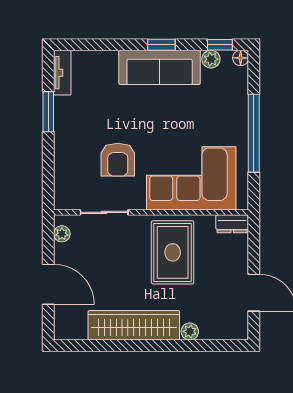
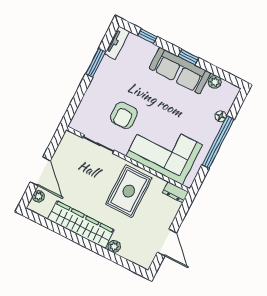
window: (220, 45) -> (148, 36), moved
floor lamp: (241, 58) -> (221, 116), moved
plant: (62, 234) -> (38, 196), moved

